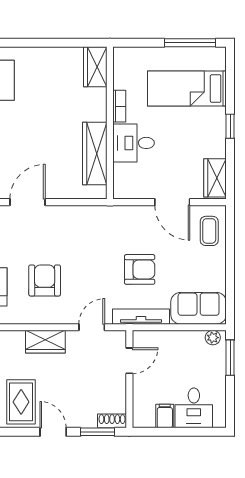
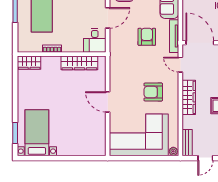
desk: (133, 143) -> (95, 40), moved
wardrobe: (45, 342) -> (189, 97), width x1.50
door: (129, 361) -> (200, 43), width x1.88

